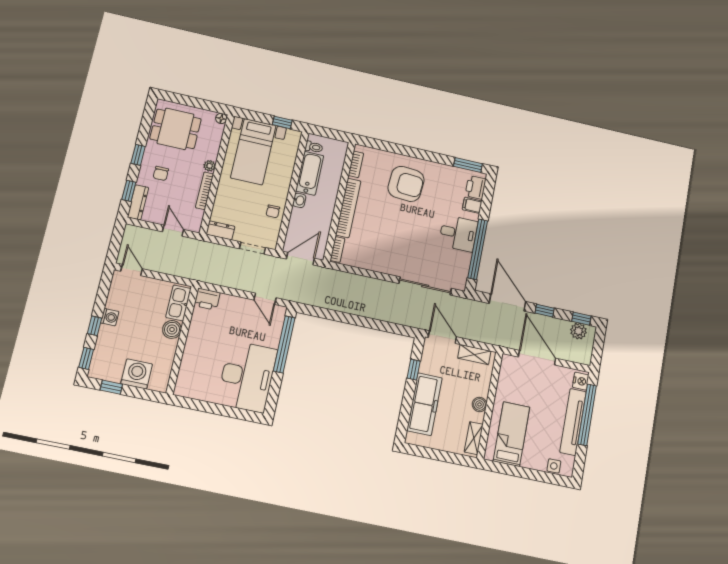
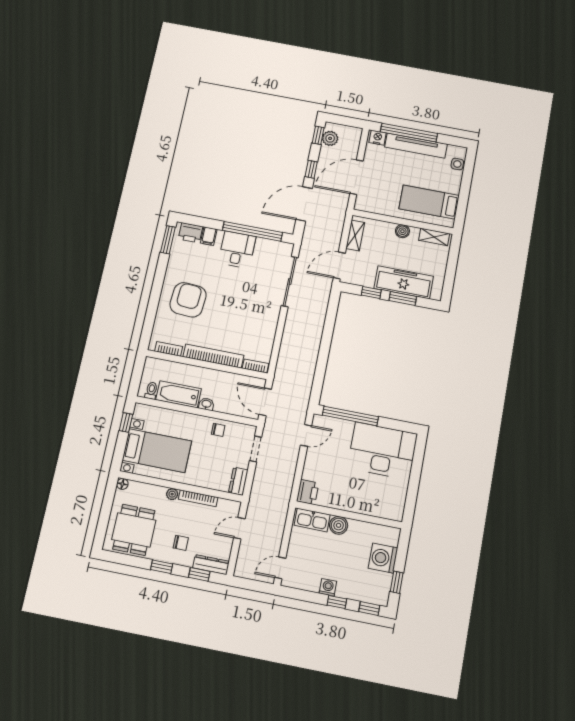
window: (407, 403) -> (403, 299), added

